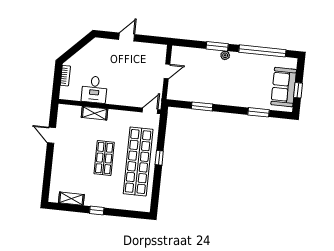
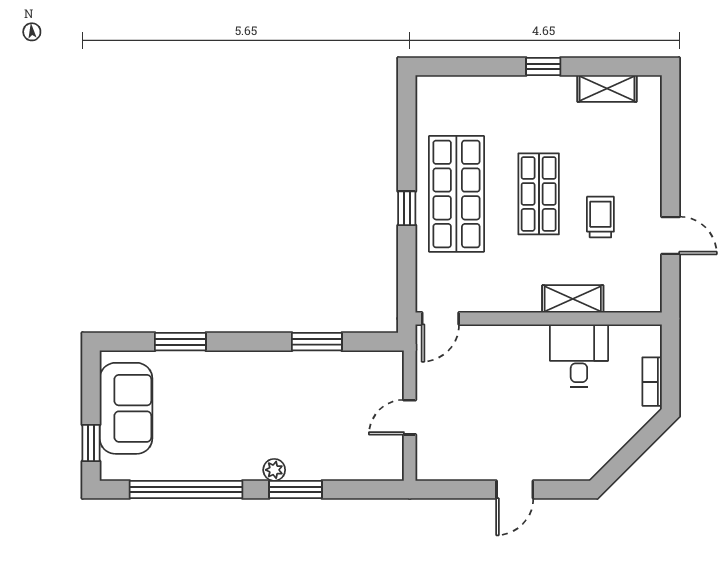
window: (298, 90) -> (91, 443), moved
trolley: (80, 146) -> (600, 217), added
shop shelf: (138, 162) -> (456, 194), width x0.71

